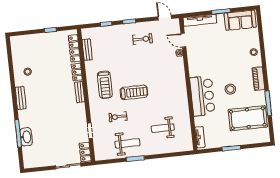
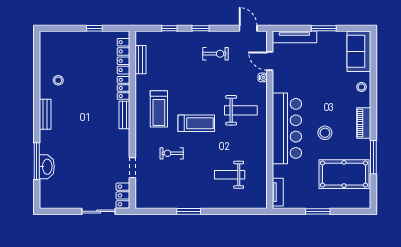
sofa: (240, 20) -> (359, 51), moved, turned 90
bar counter: (202, 96) -> (287, 128), width x1.36
weight bench: (127, 143) -> (241, 110), moved

